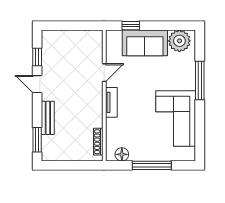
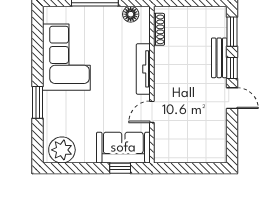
sofa: (145, 43) -> (123, 148), moved
window: (37, 57) -> (232, 68), moved
window: (200, 81) -> (38, 102), width x0.69
tv unit: (111, 102) -> (143, 69), width x1.41

